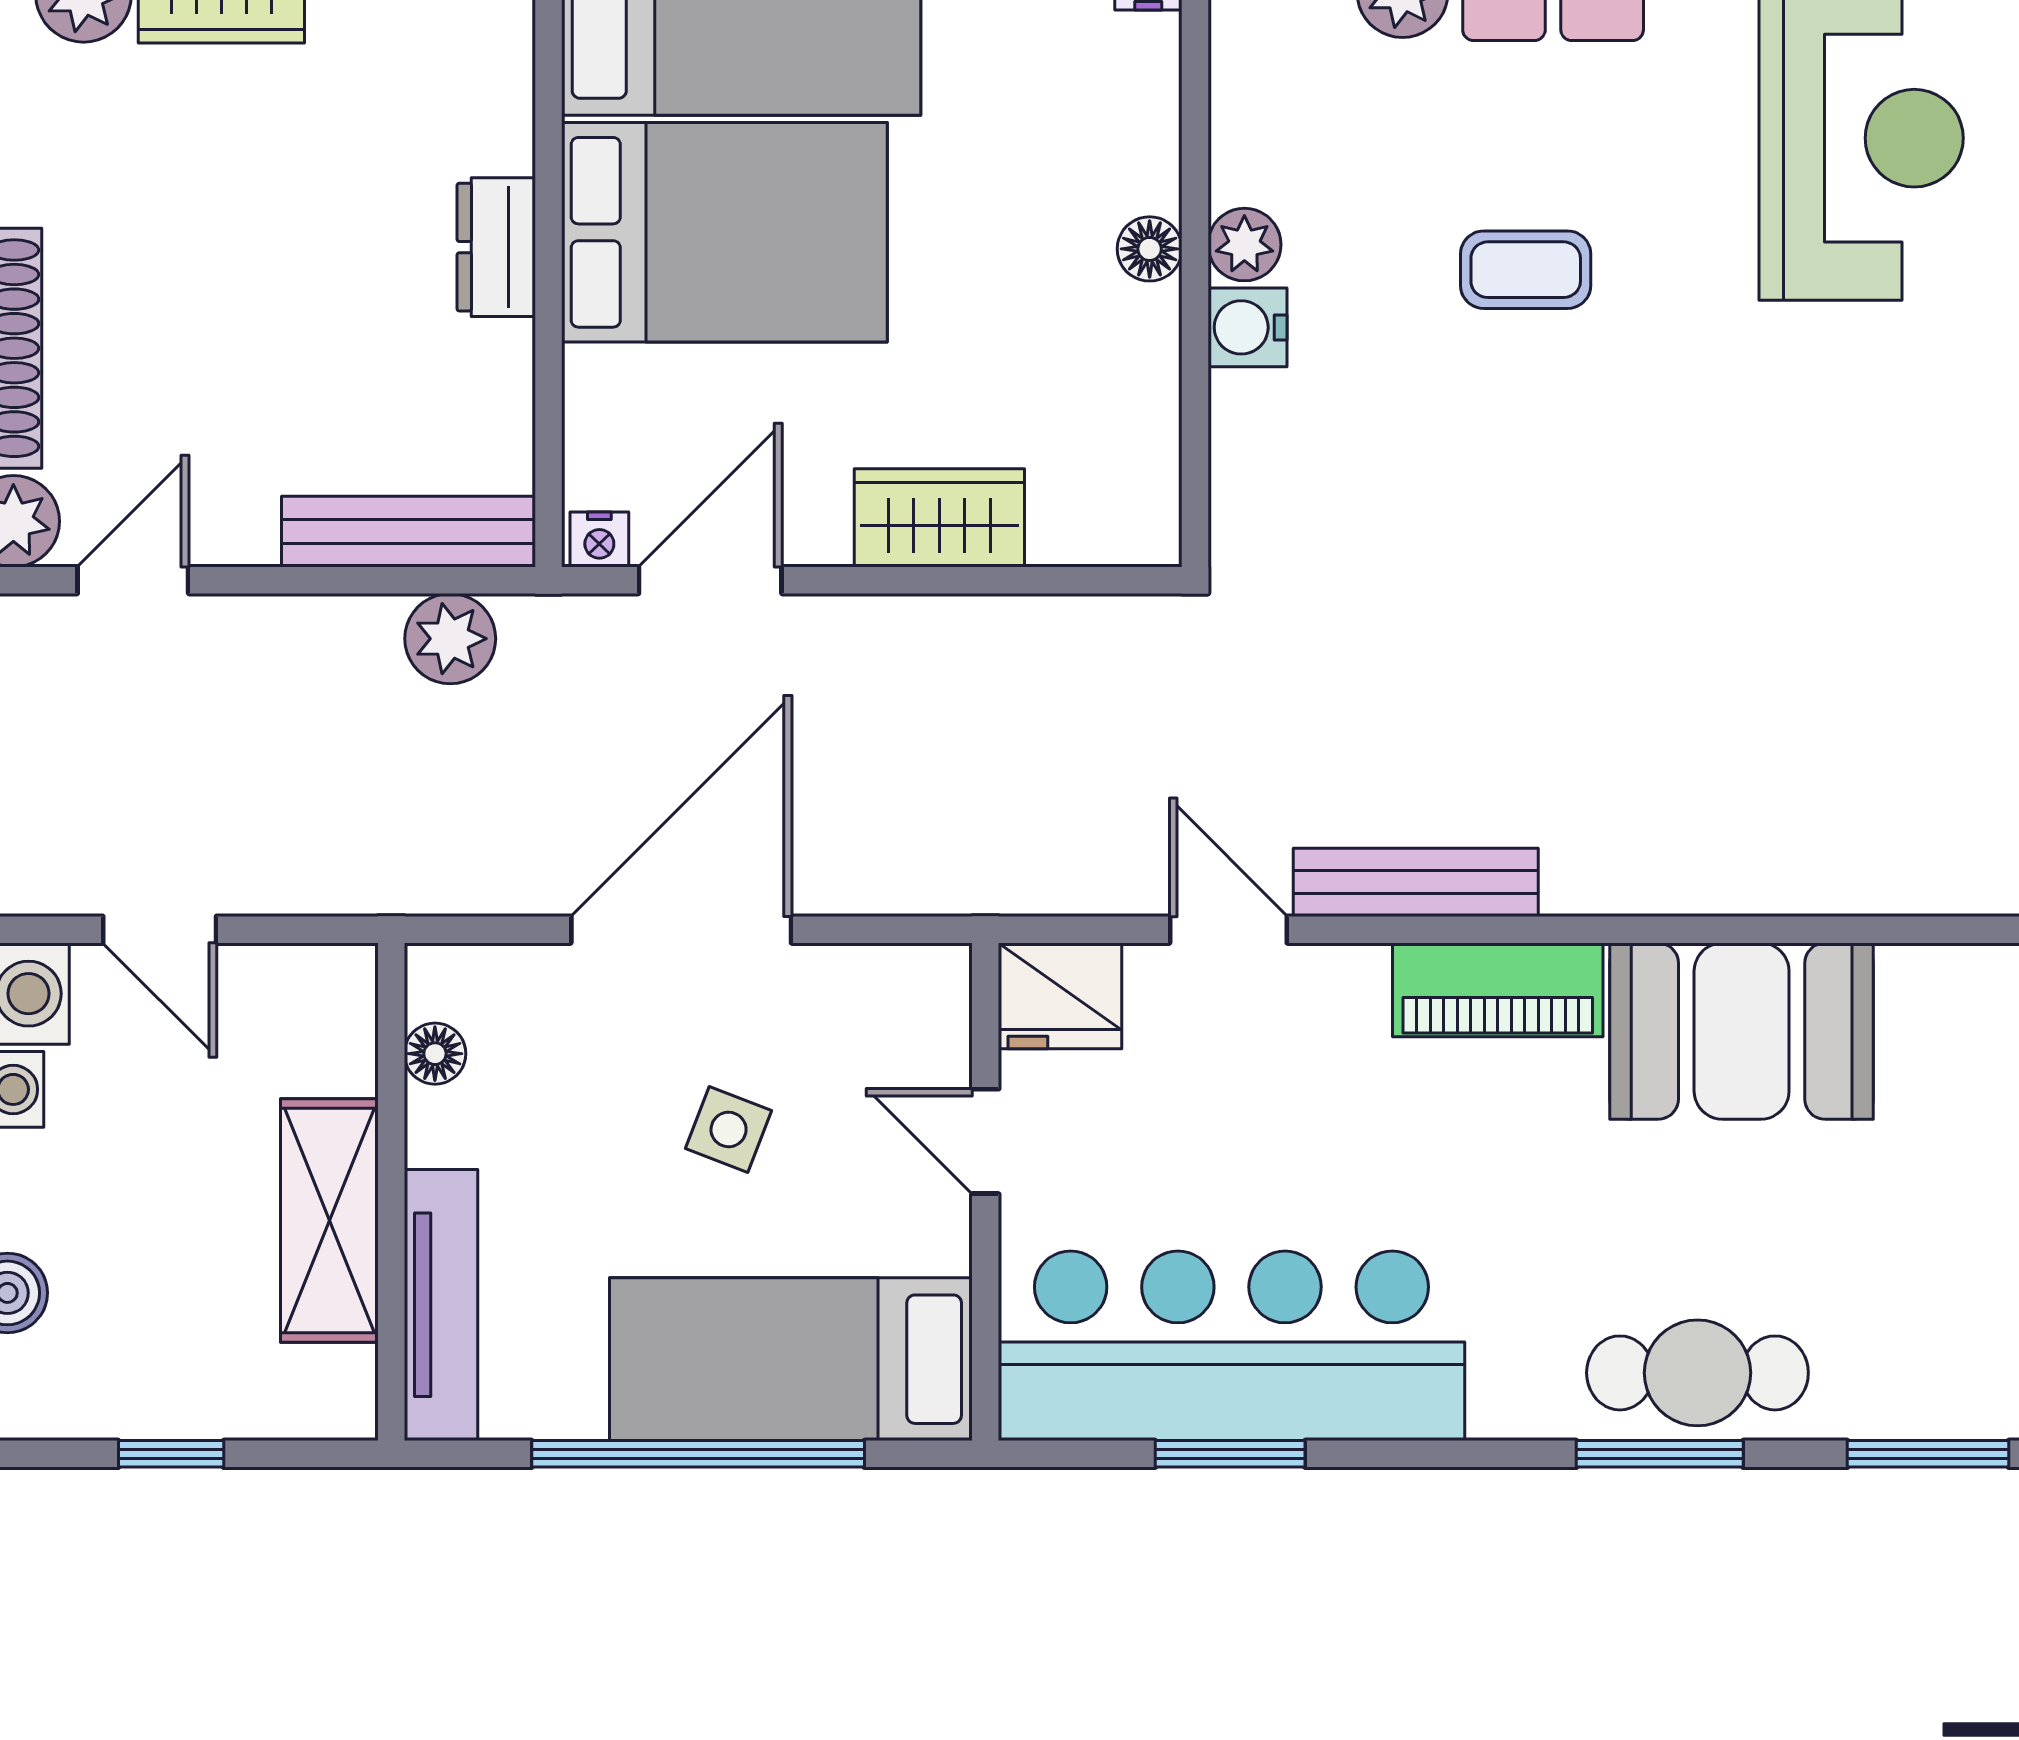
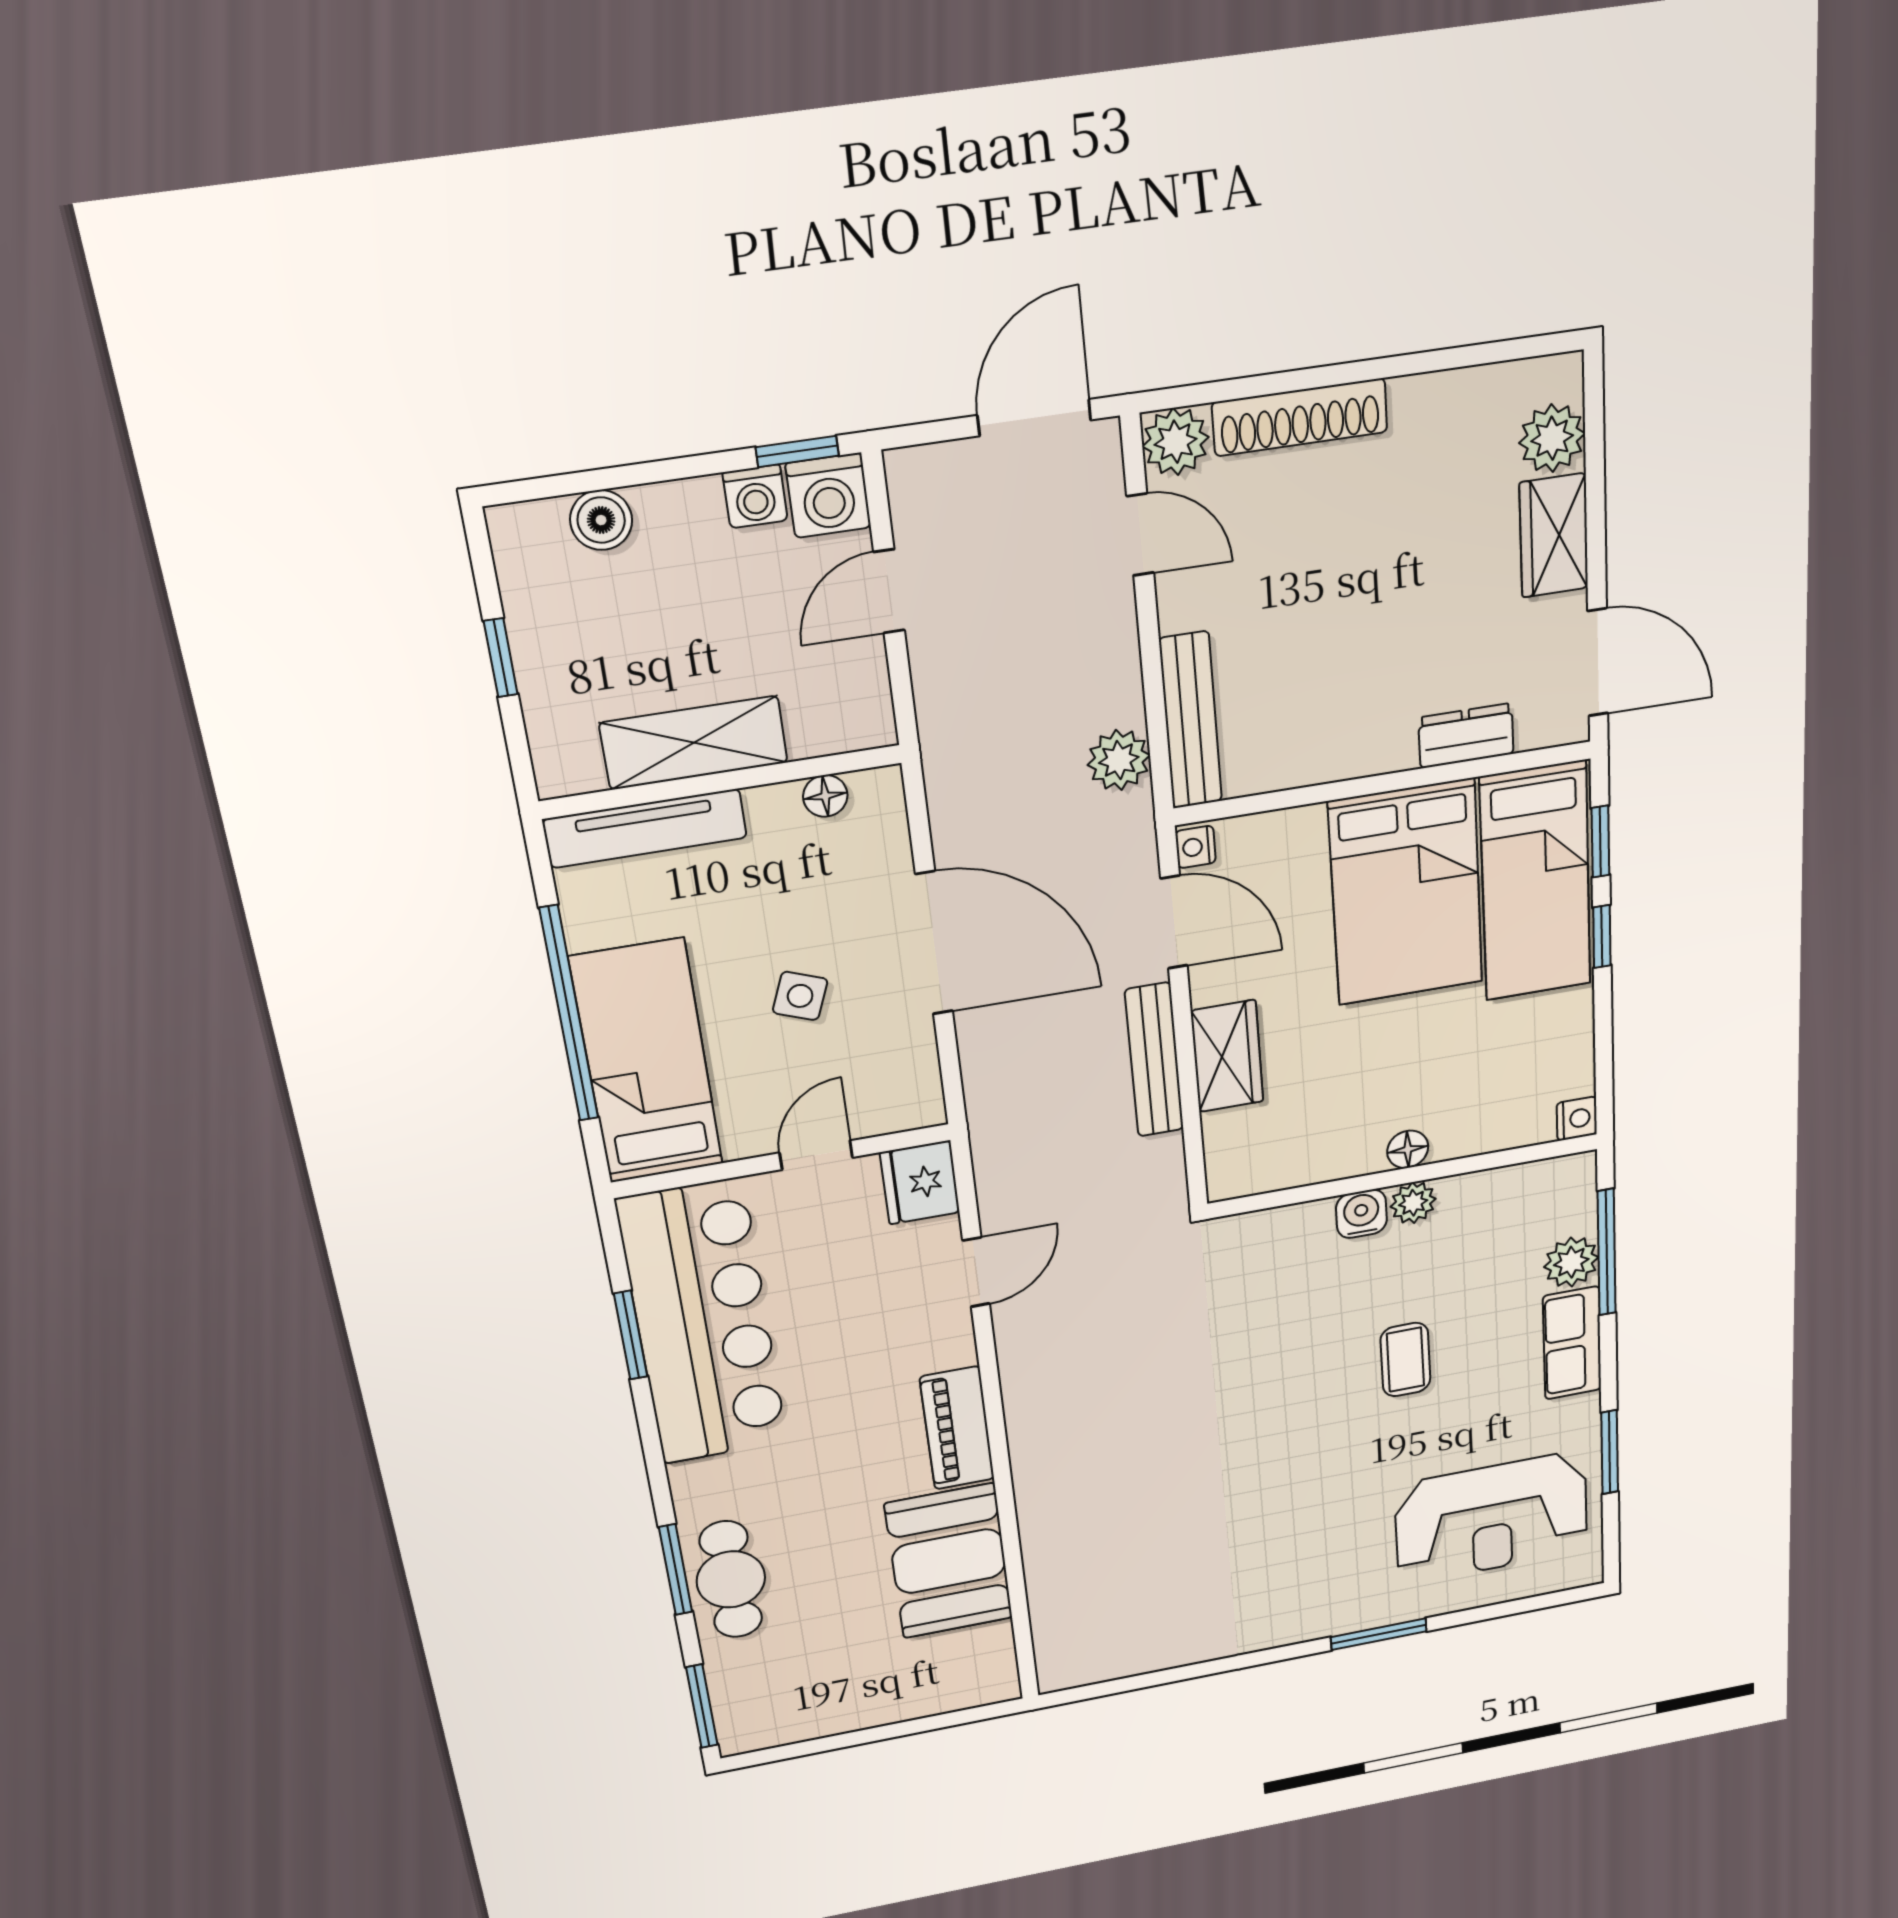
dresser: (496, 247) -> (1466, 736), moved
bench: (1416, 882) -> (1154, 1060), moved

